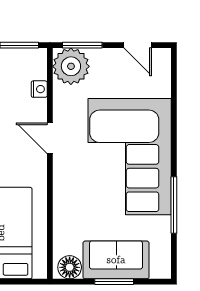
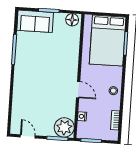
corner sofa: (130, 157) -> (36, 77), removed
sofa: (116, 260) -> (35, 21), moved

